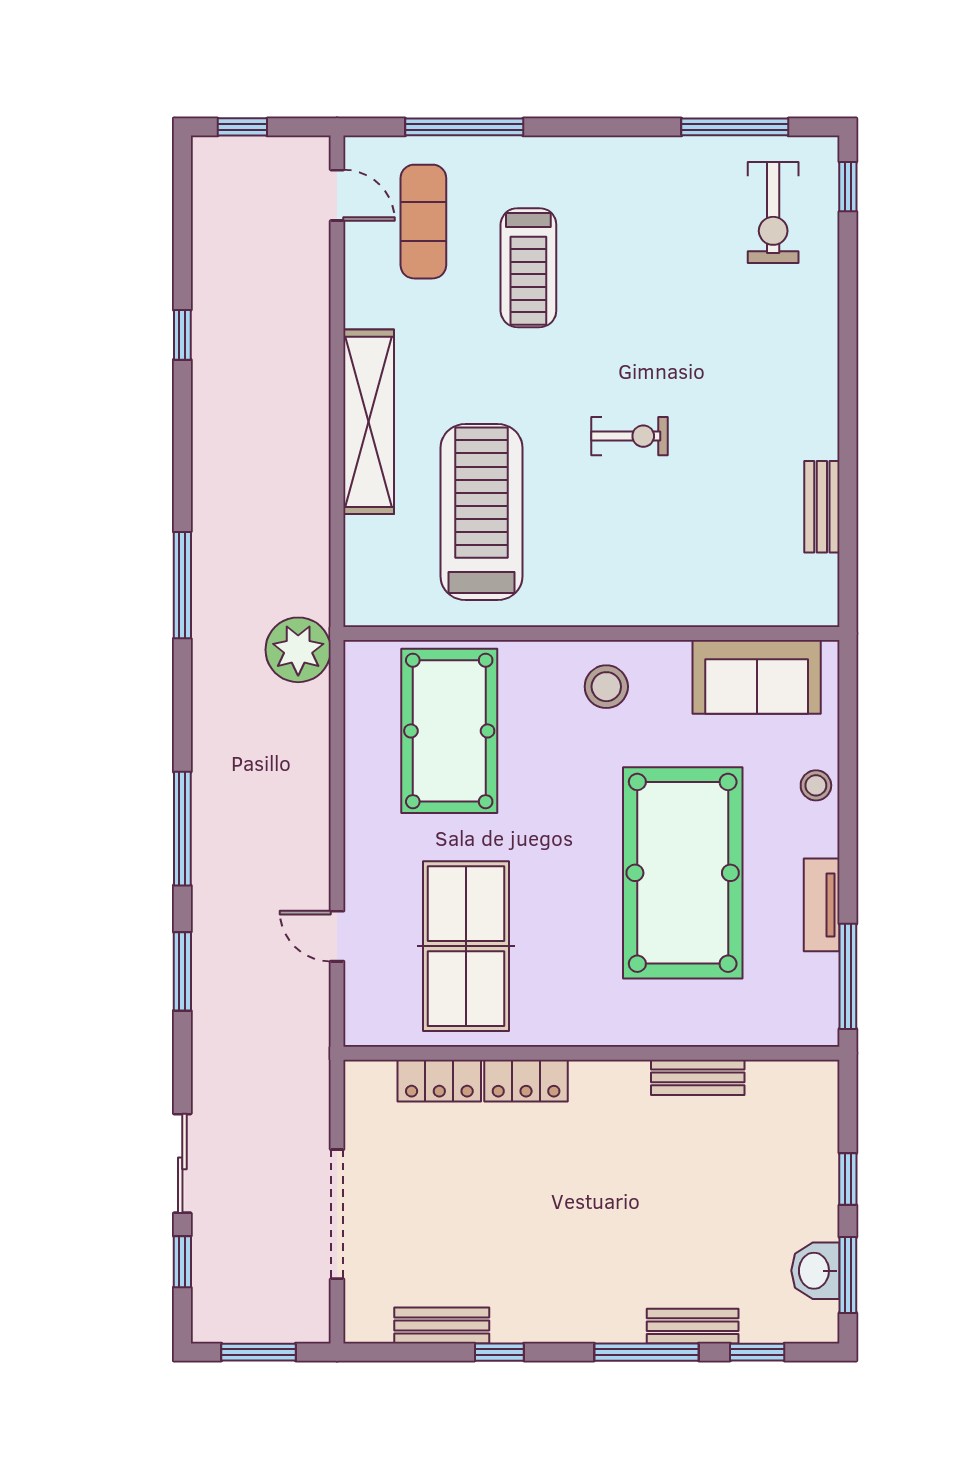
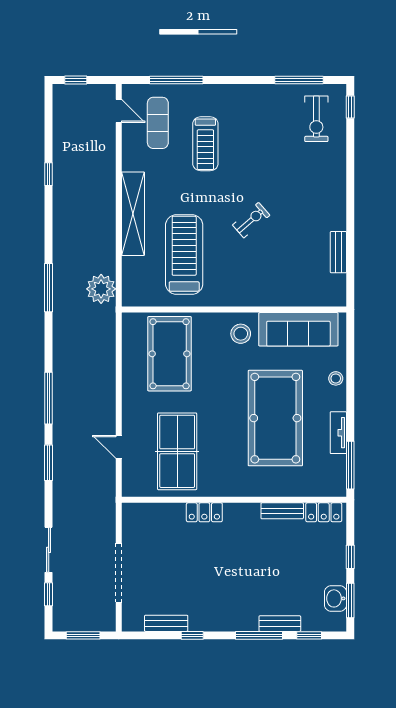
exercise bike: (629, 436) -> (251, 220), turned -41
plant: (298, 650) -> (101, 289), moved
sofa: (757, 677) -> (298, 329), width x1.36
locker: (439, 1081) -> (324, 512), moved

